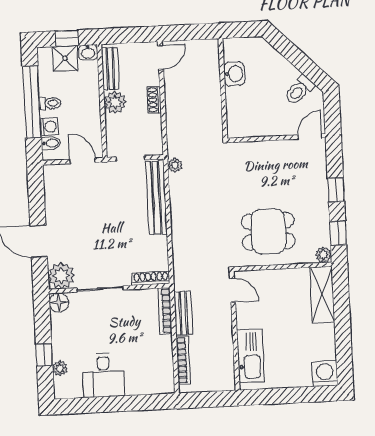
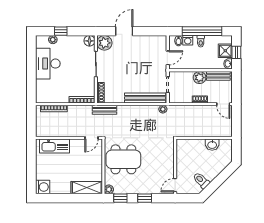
door: (310, 136) -> (175, 185), swing flipped
dining table: (268, 231) -> (123, 159), width x1.38
bench: (183, 313) -> (104, 110), moved
desk: (103, 375) -> (48, 64), width x1.37

